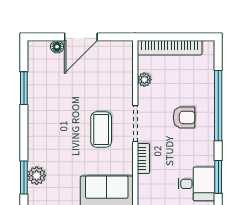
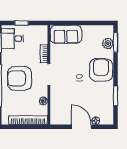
door: (81, 37) -> (81, 127), hinge flipped
armchair: (184, 117) -> (20, 78), width x1.88, depth x1.88
coffee table: (101, 130) -> (69, 71), removed
armchair: (48, 131) -> (101, 70), added

